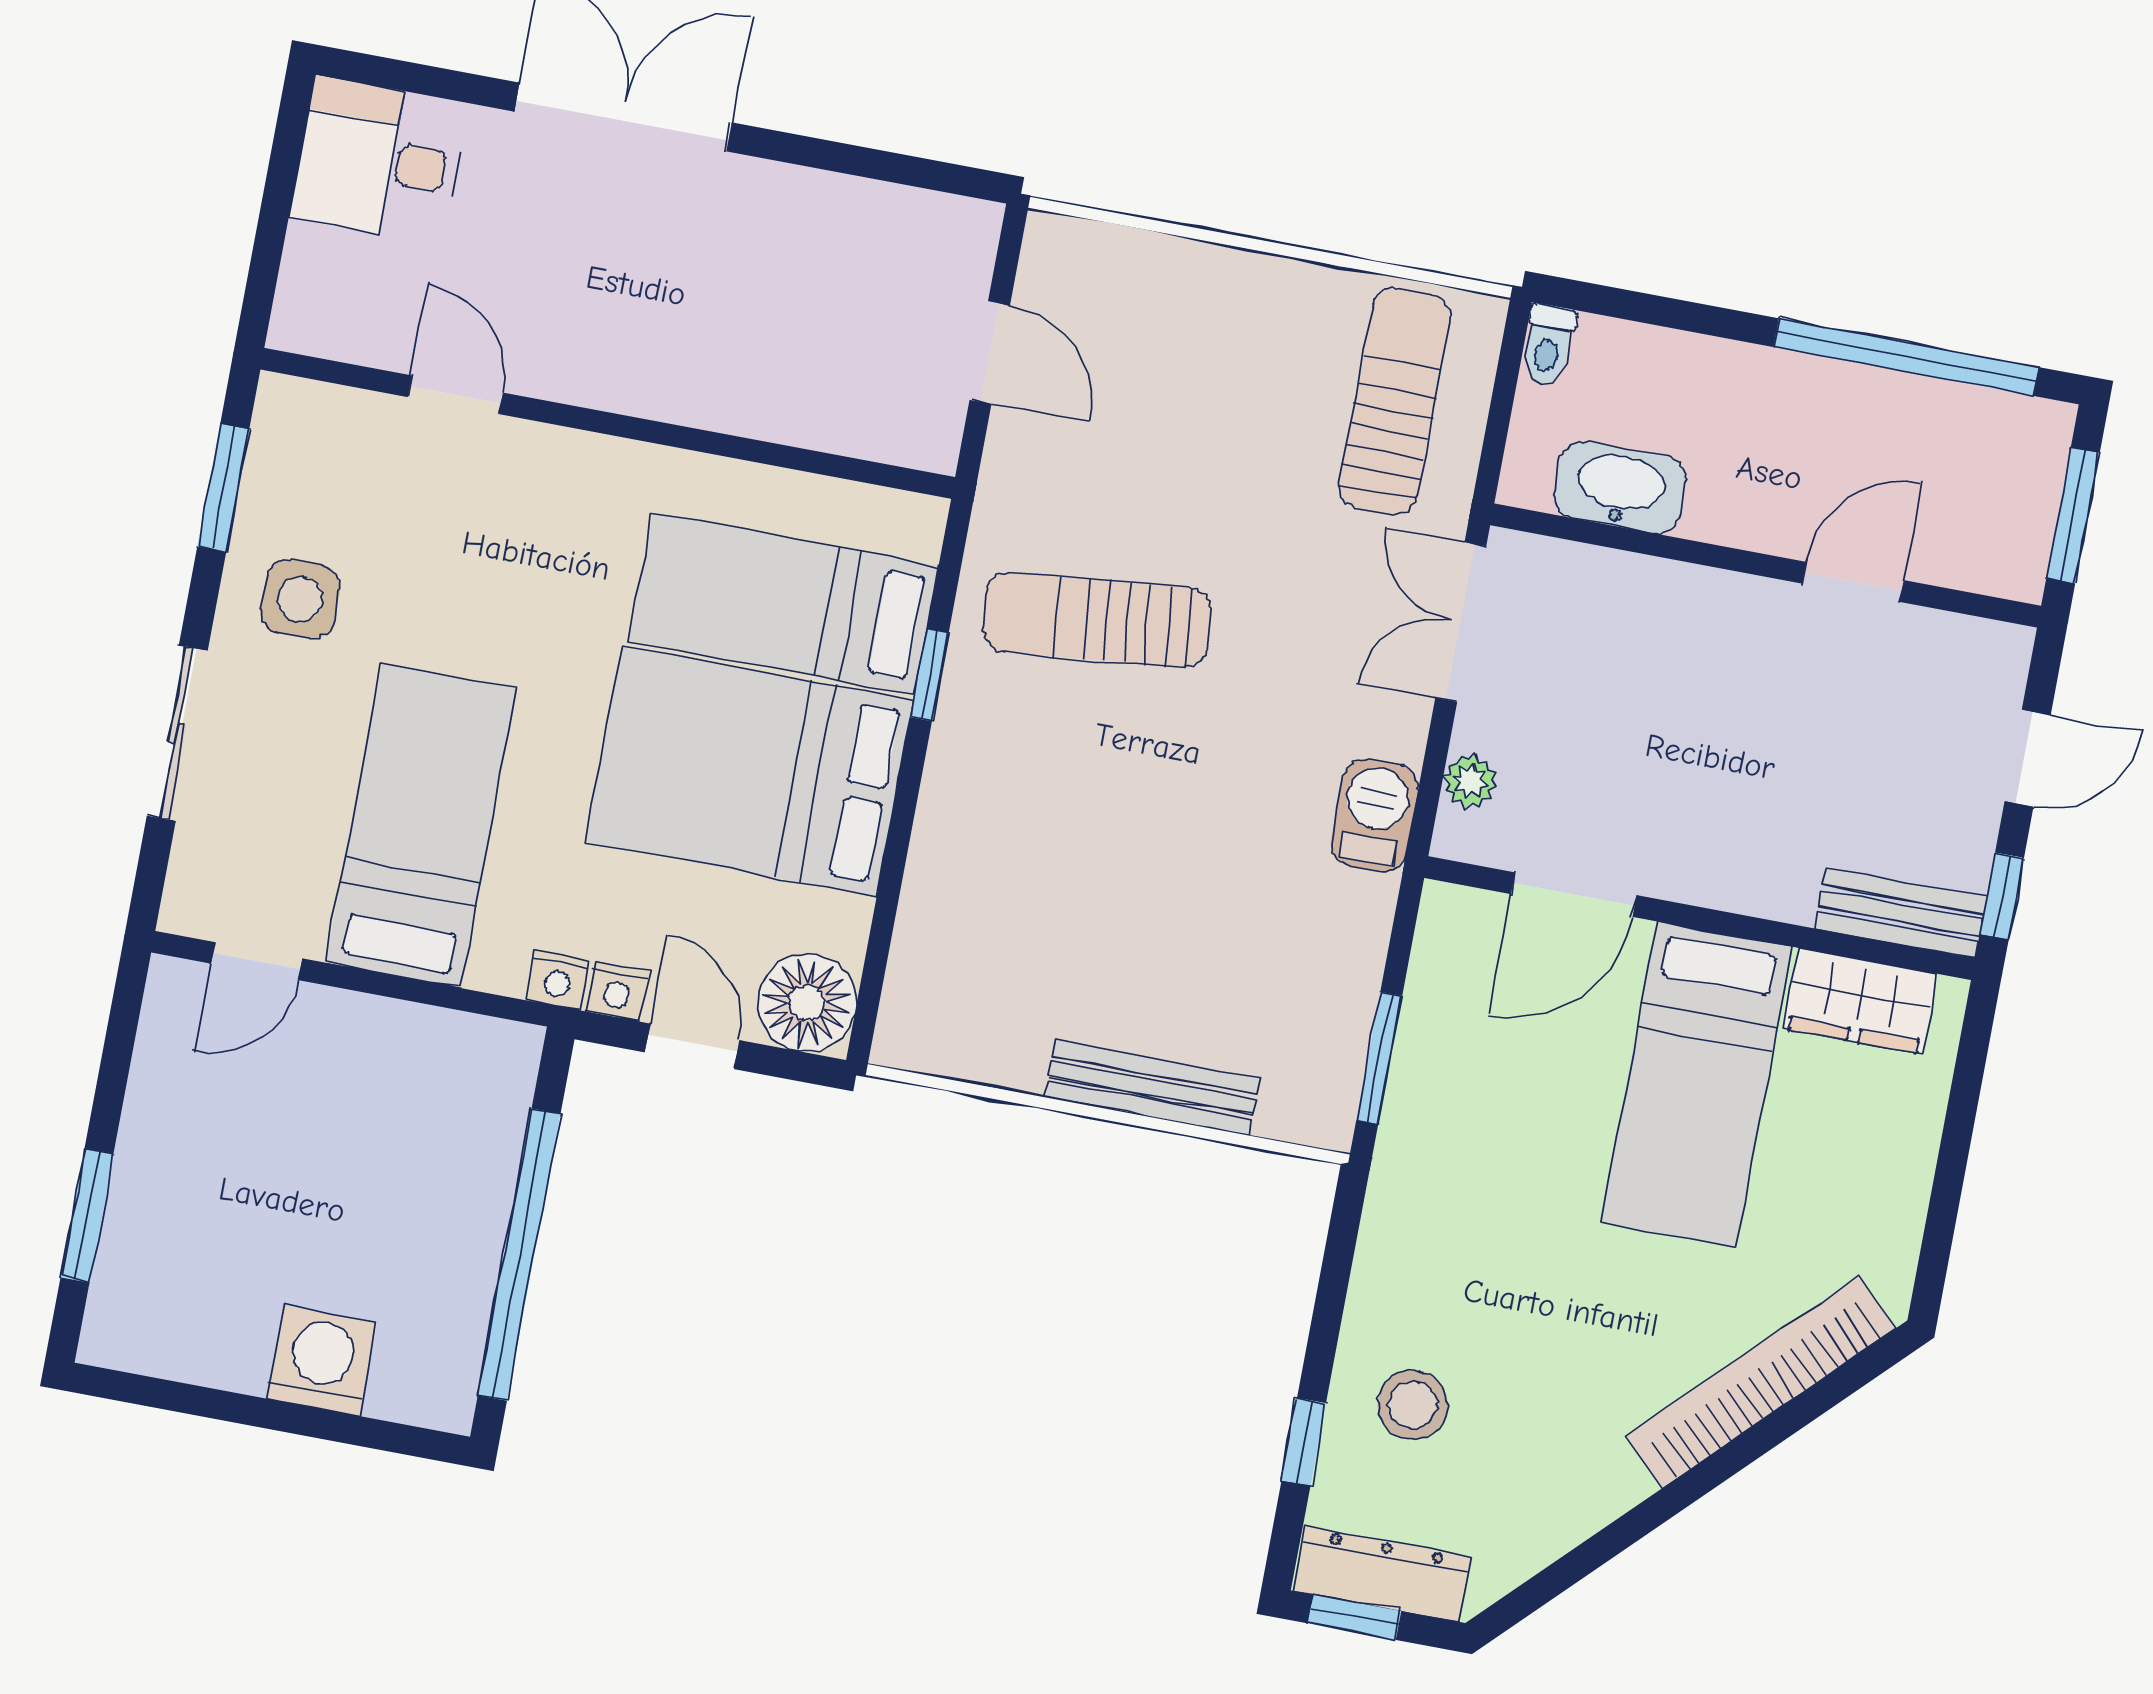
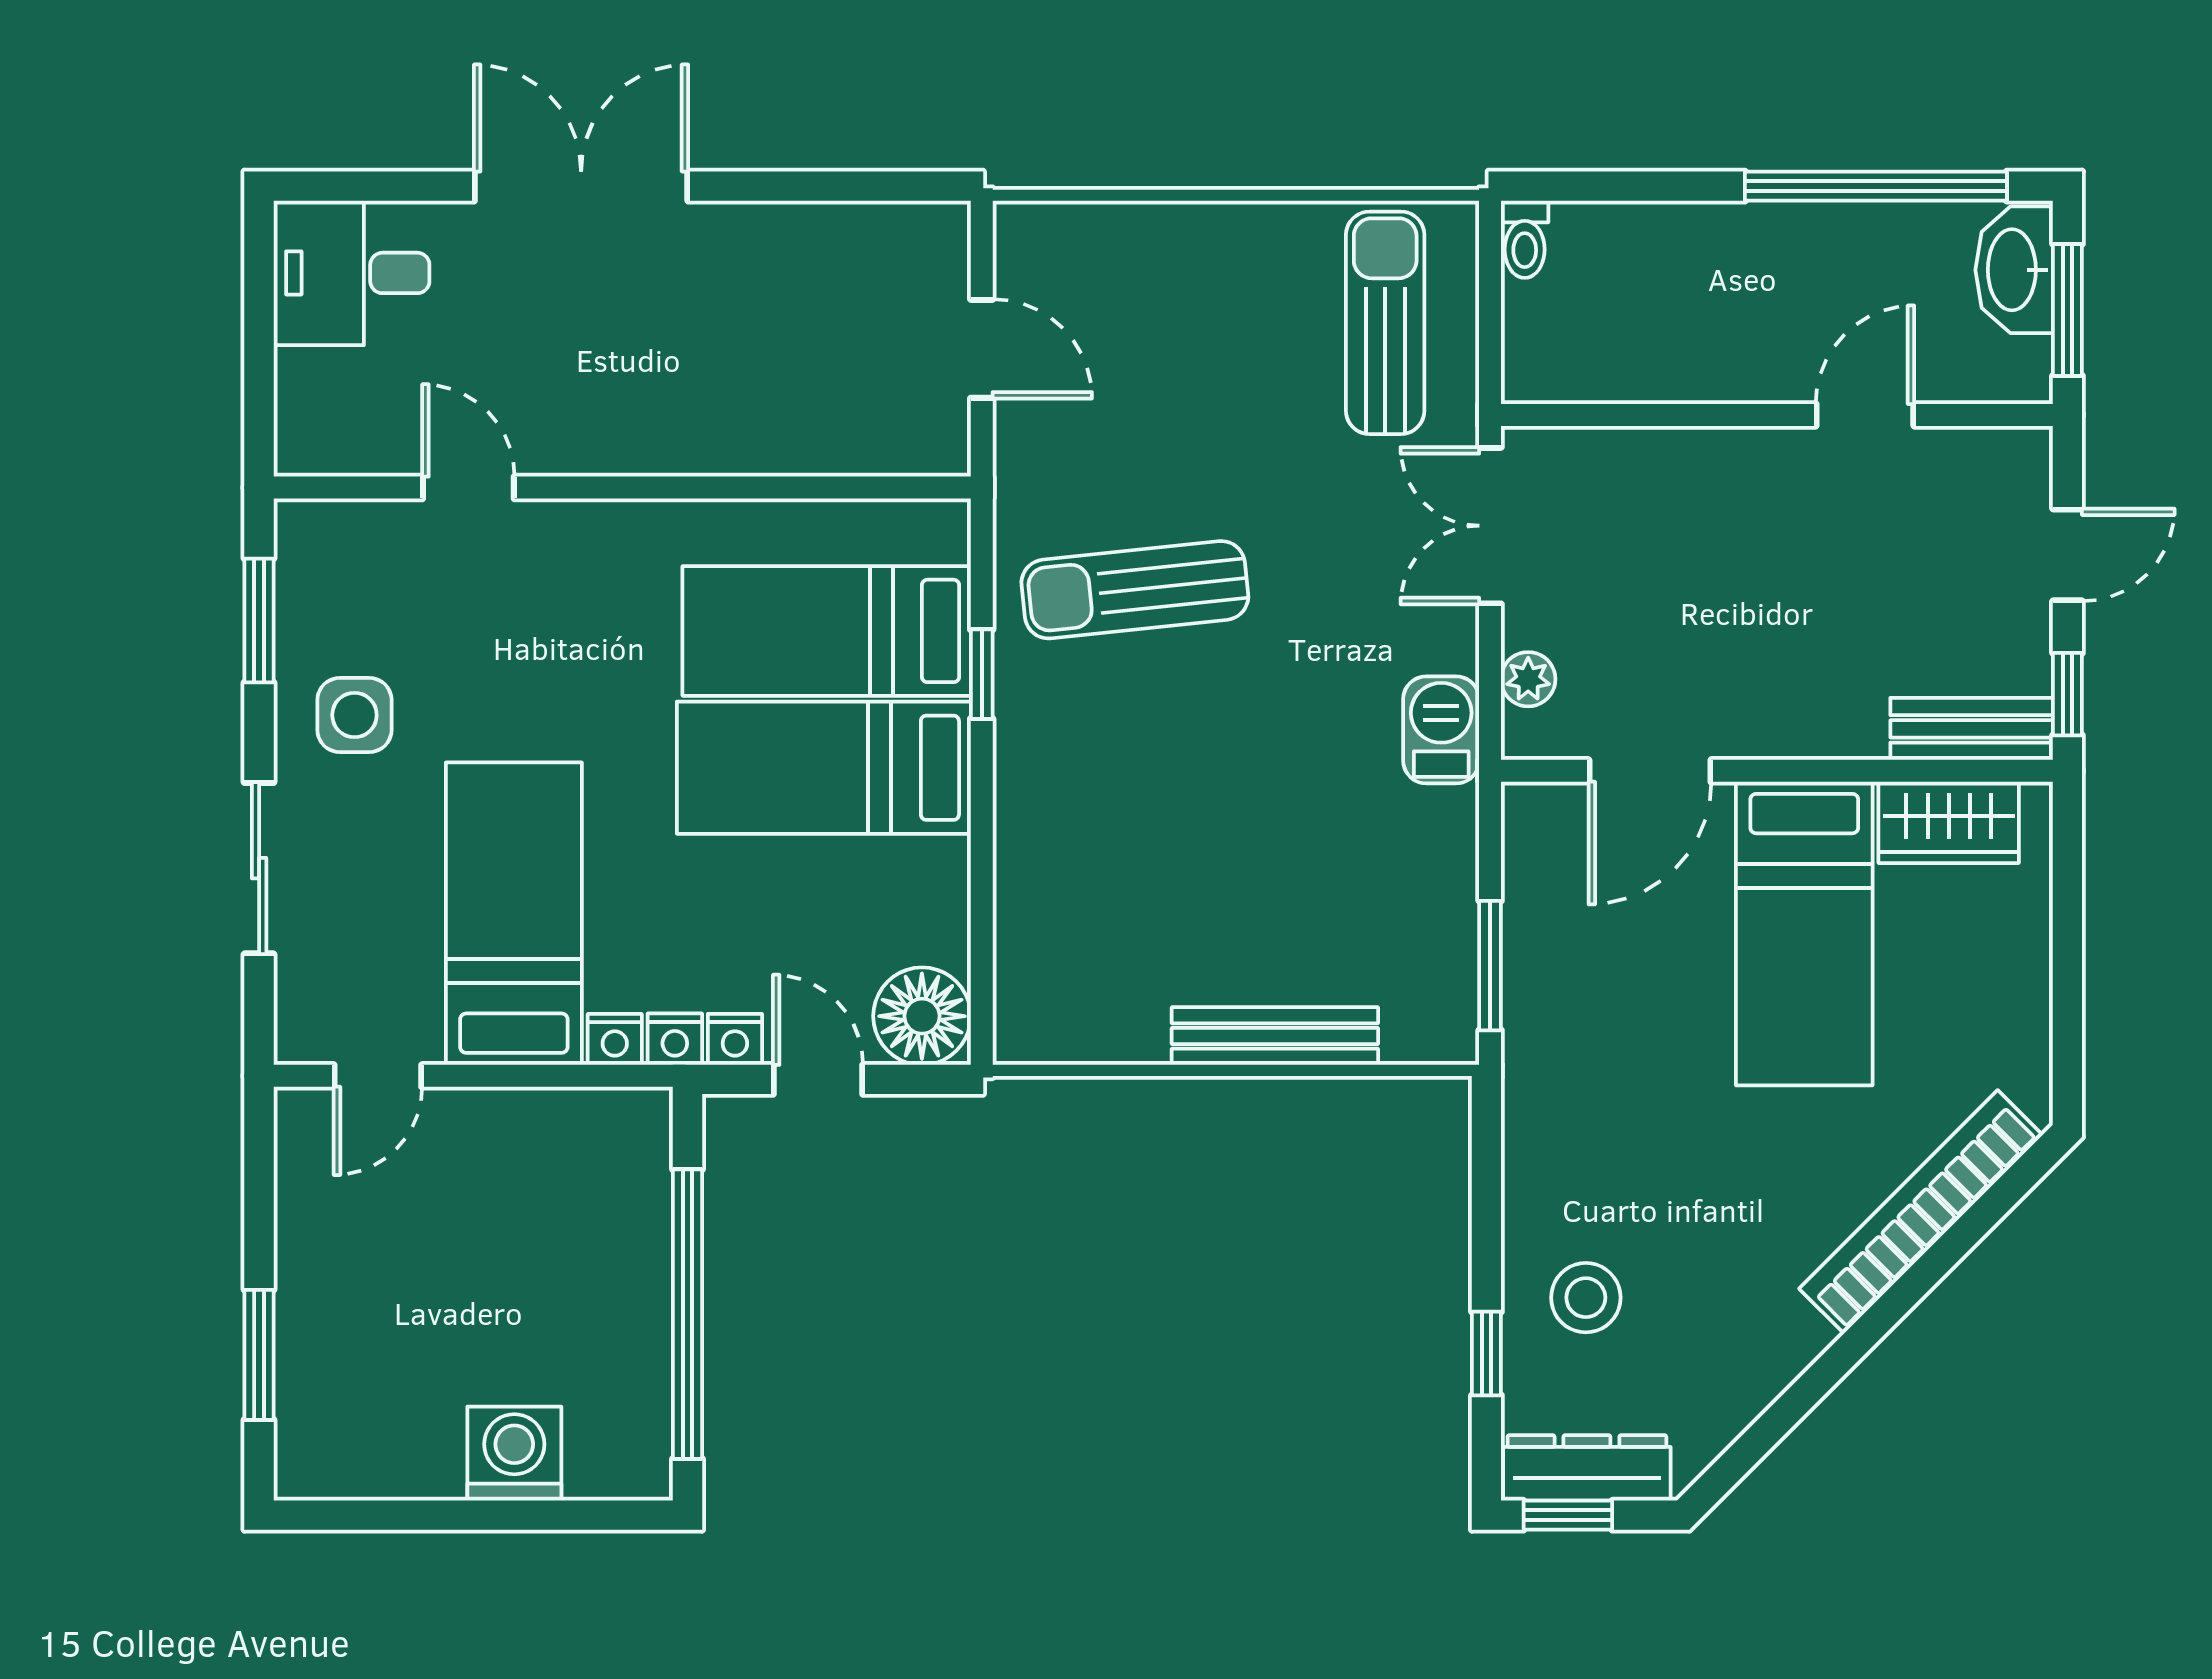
washbasin: (1620, 487) -> (2014, 270), moved, turned -90
bed: (750, 771) -> (824, 768), width x0.67
nightstand: (498, 969) -> (615, 1039), added

